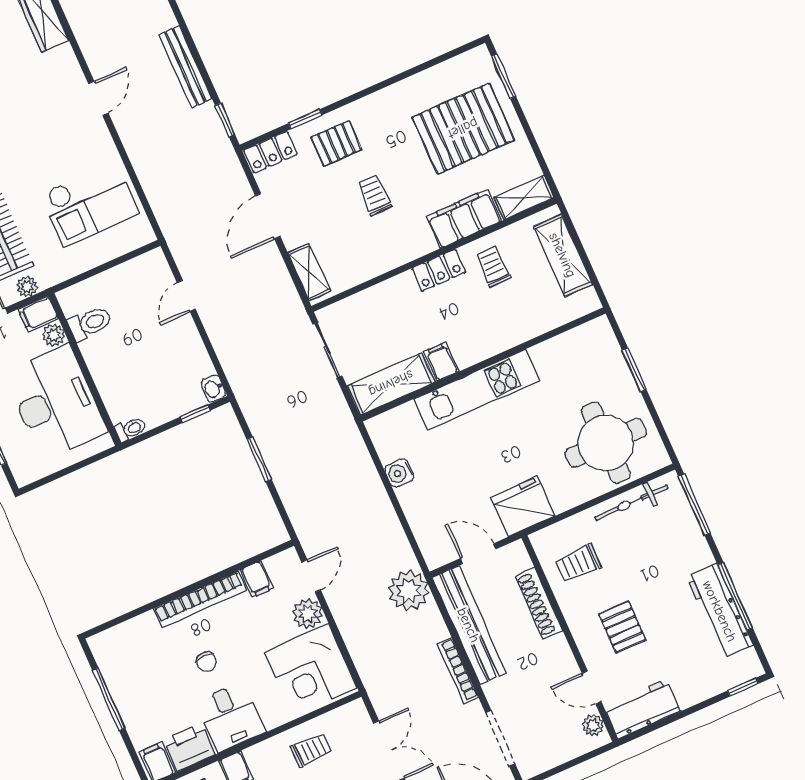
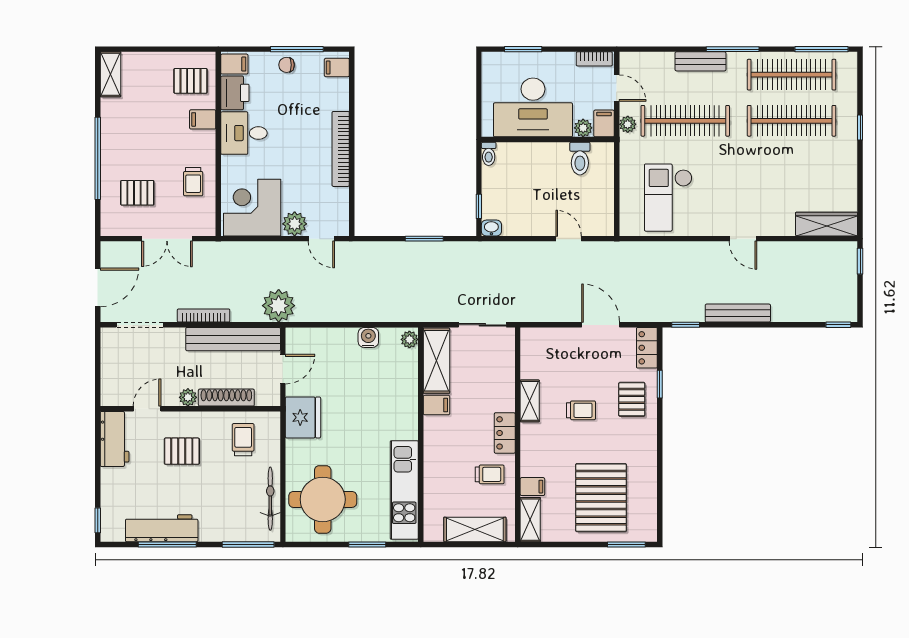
filing cabinet: (464, 219) -> (532, 487), width x0.33, depth x0.86
shelving: (309, 272) -> (530, 401), moved, turned 90
kitchen unit: (477, 390) -> (404, 490), moved
plant: (381, 425) -> (409, 339), added
filing cabinet: (257, 579) -> (337, 67), moved
chair: (206, 662) -> (287, 65), moved
plant: (593, 725) -> (188, 397), moved

